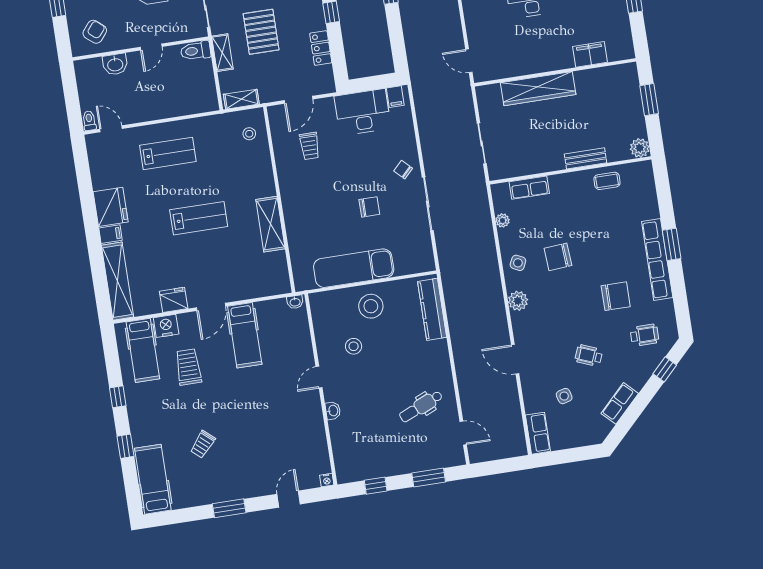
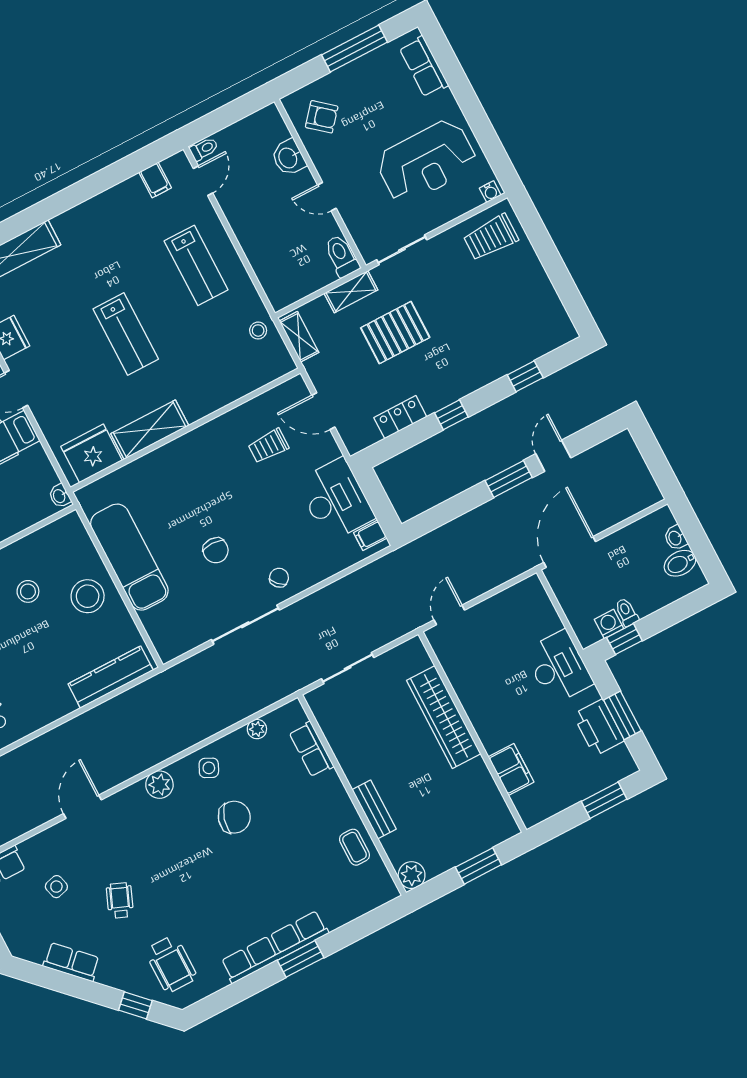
stool: (249, 134) -> (258, 331), moved
fridge: (111, 207) -> (91, 453), moved, turned 180
filing cabinet: (110, 234) -> (155, 180), moved
chair: (558, 257) -> (234, 817), turned 110
chair: (616, 296) -> (209, 909), removed
wheelchair: (645, 335) -> (171, 964), width x1.36, depth x1.37

